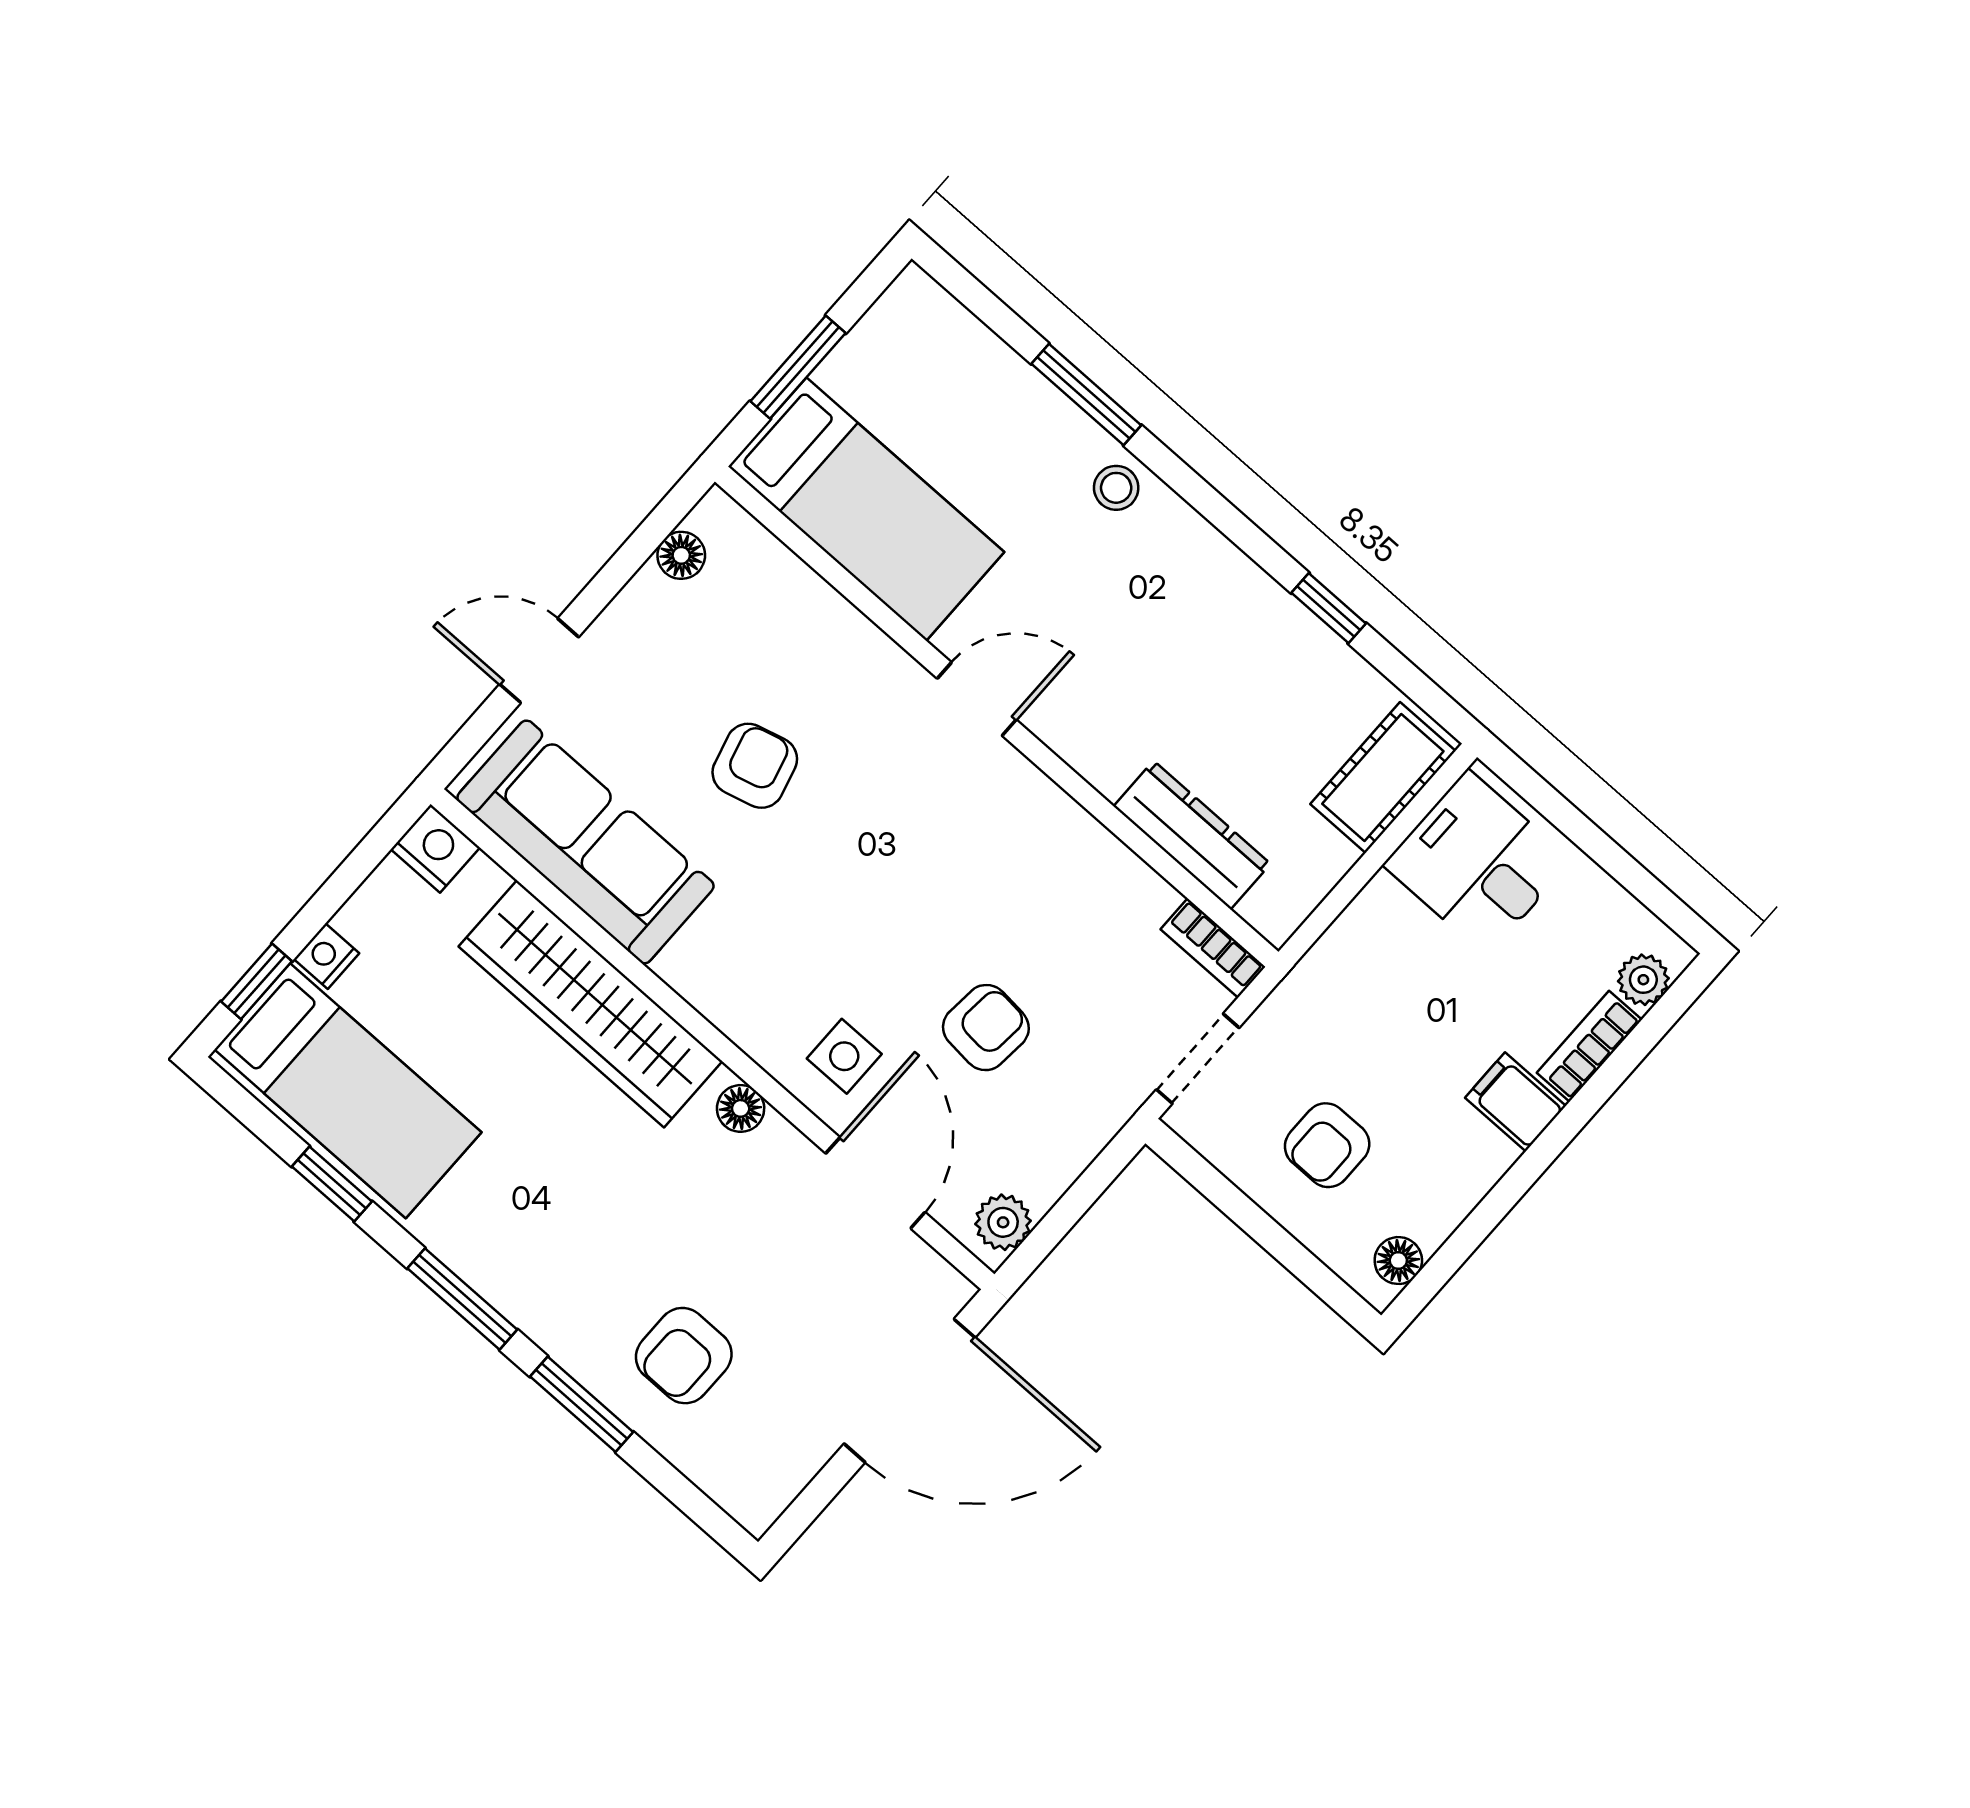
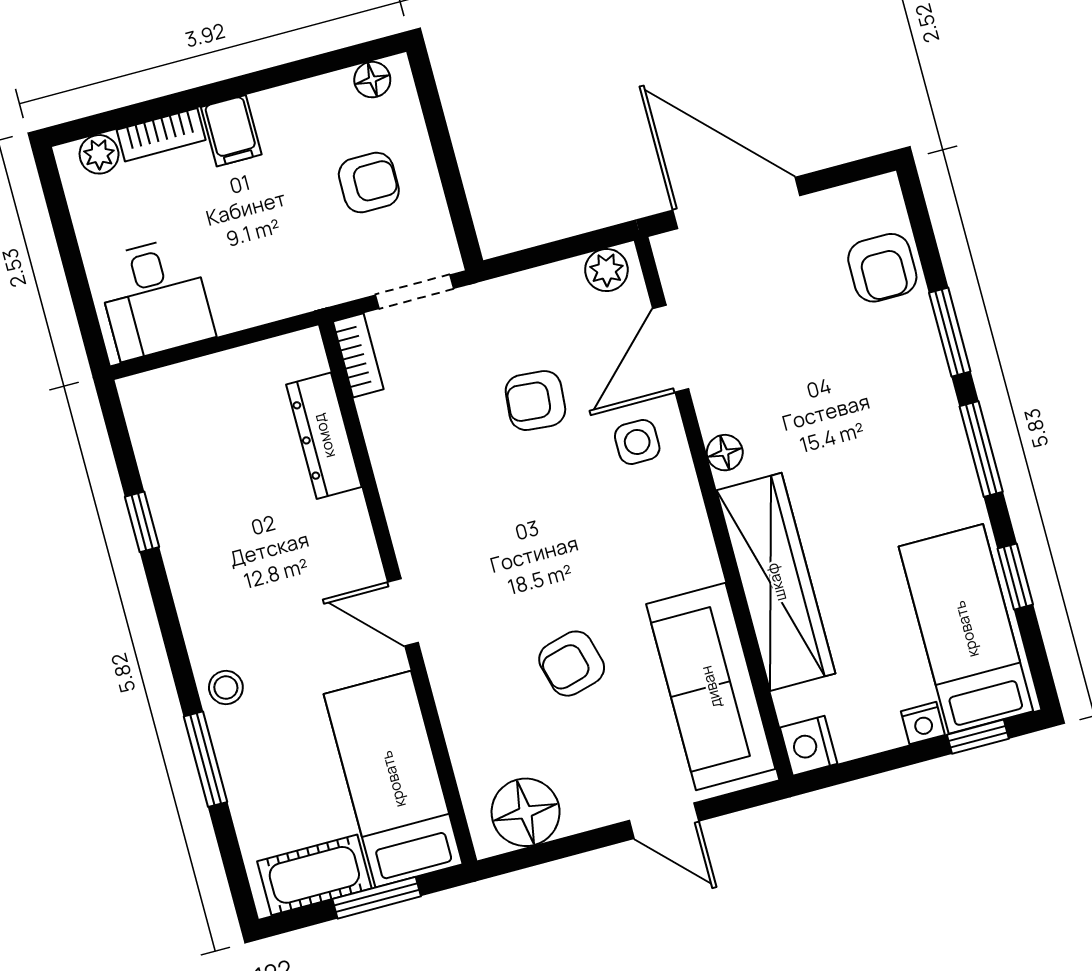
floor lamp: (681, 555) -> (526, 812), width x1.89, depth x1.89
cot: (1383, 778) -> (314, 875), moved
armchair: (684, 1356) -> (882, 268), moved, turned 90

